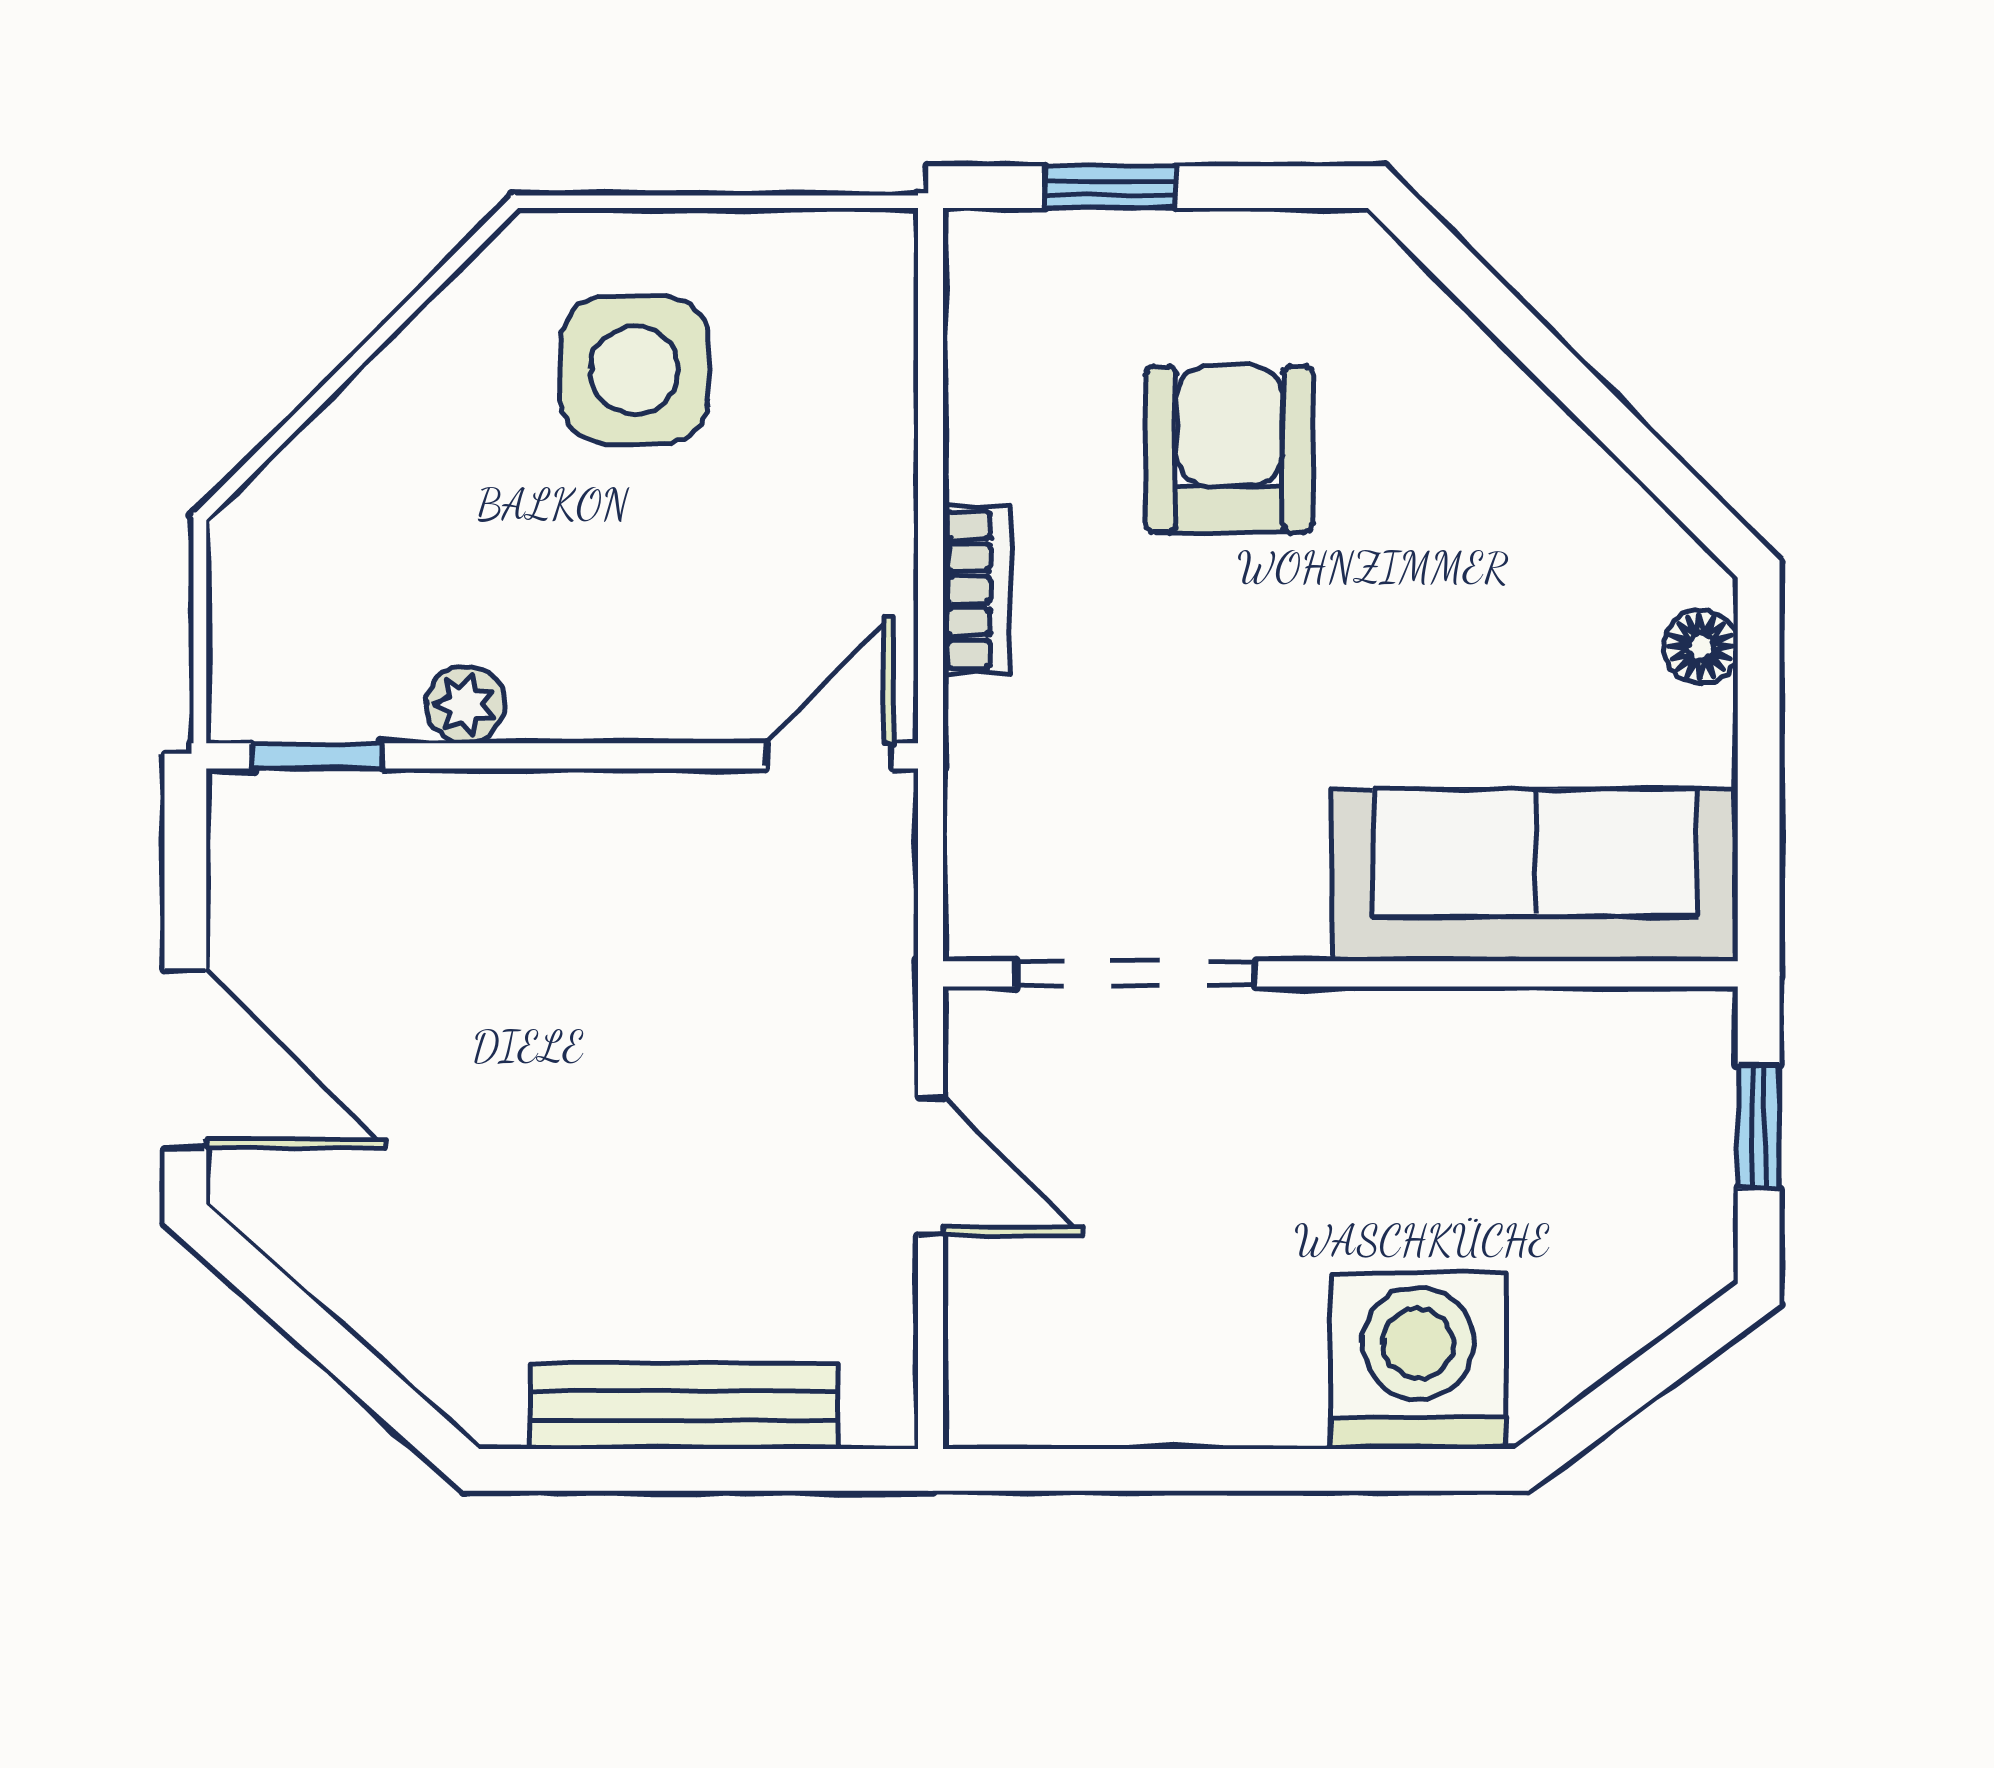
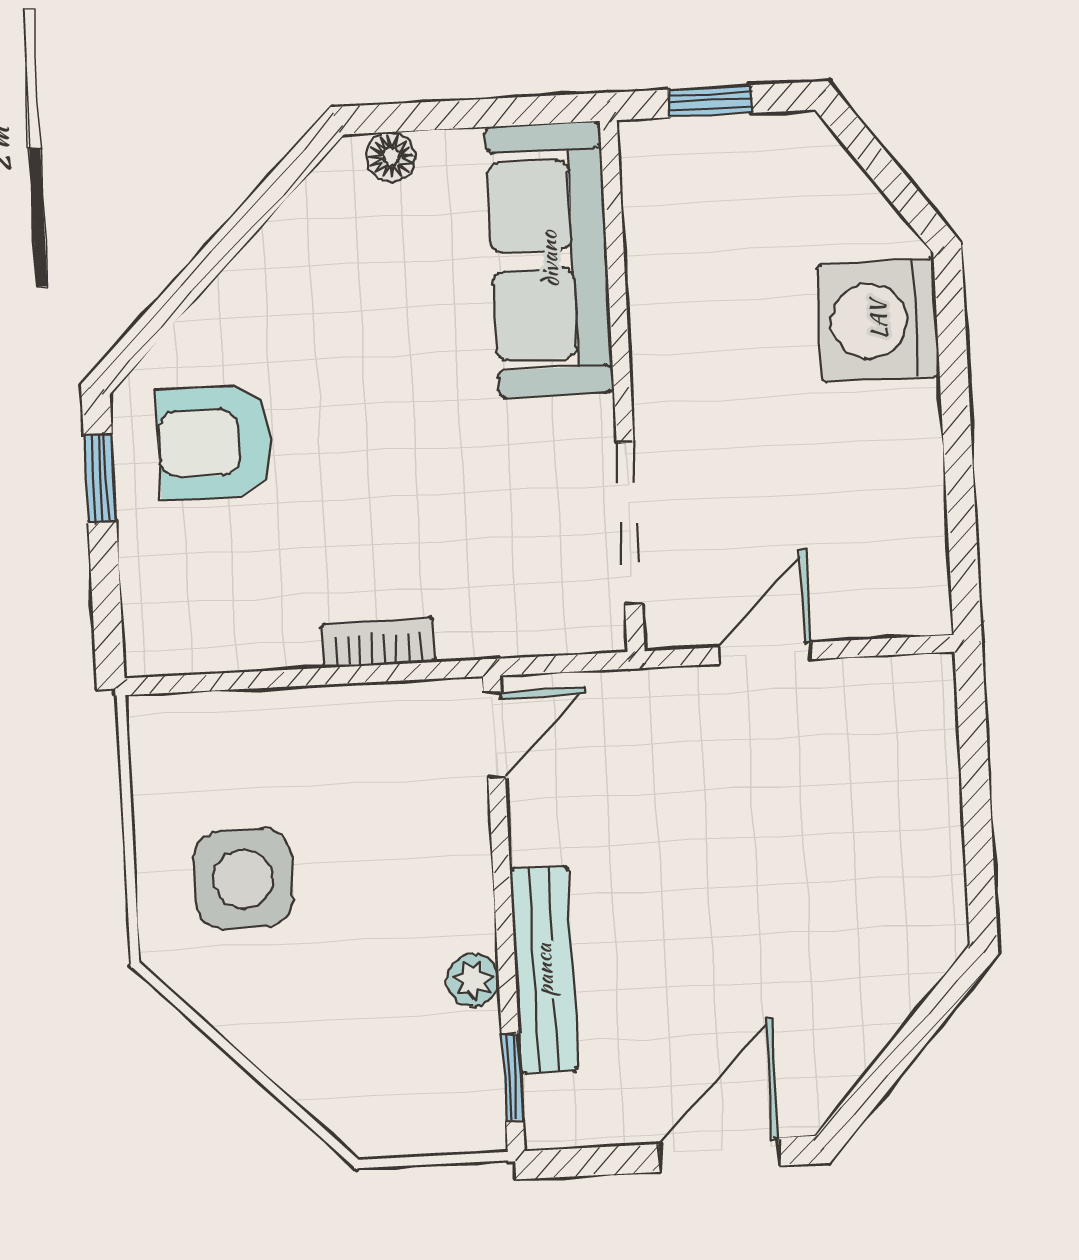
window: (1110, 187) -> (100, 478), moved
armchair: (1229, 449) -> (215, 442), moved
door: (829, 756) -> (494, 735), swing flipped
bench: (684, 1406) -> (544, 970), moved

